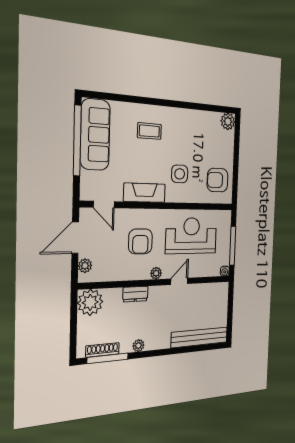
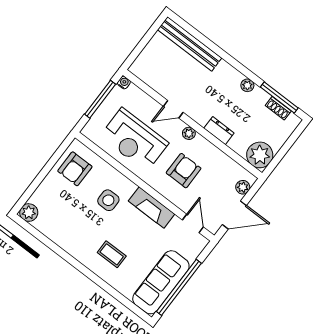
armchair: (218, 180) -> (75, 169), turned 90
shoe rack: (103, 350) -> (278, 108), width x0.70

